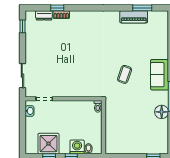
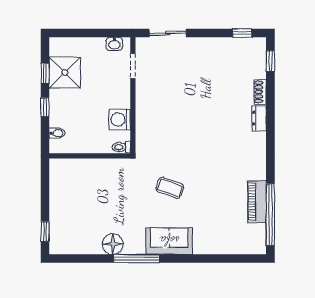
window: (57, 8) -> (270, 61), moved
window: (142, 8) -> (270, 215), width x2.11
dresser: (44, 15) -> (259, 118), moved
washing machine: (77, 147) -> (120, 120), moved, turned 180

